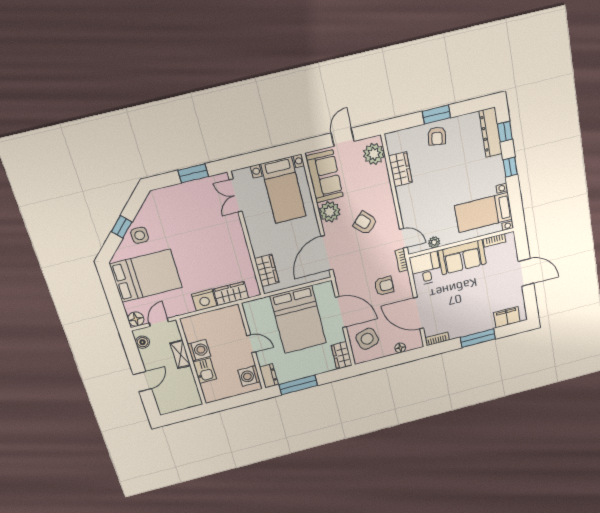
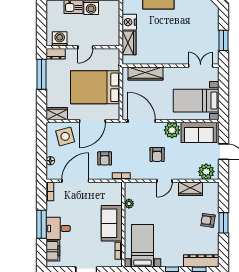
armchair: (365, 223) -> (157, 154), turned 135
door: (403, 238) -> (164, 181), moved
desk: (426, 269) -> (58, 228), moved, turned 180
wardrobe: (267, 271) -> (145, 74), width x1.50

